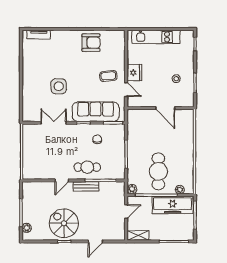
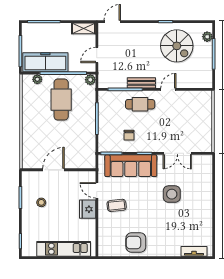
door: (165, 108) -> (53, 170), hinge flipped
spiral stairs: (64, 223) -> (177, 46), moved
door: (95, 241) -> (112, 22), moved

